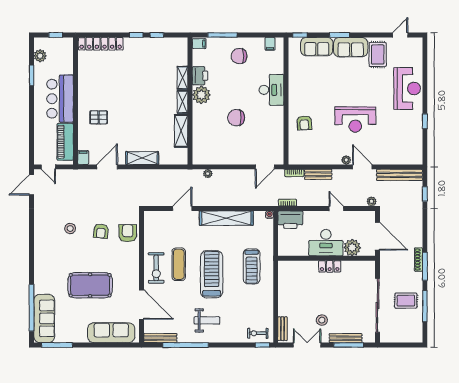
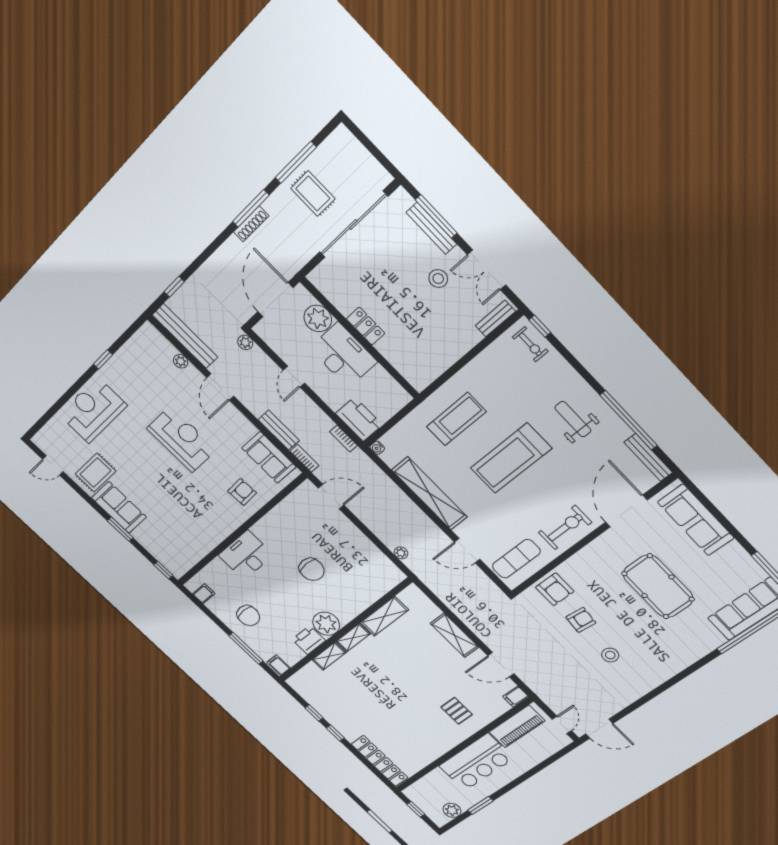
sofa: (317, 47) -> (269, 457), moved, turned 180
plant: (346, 160) -> (181, 361), moved
armchair: (128, 233) -> (555, 589), turned -90
exercise mat: (179, 264) -> (516, 559), moved

